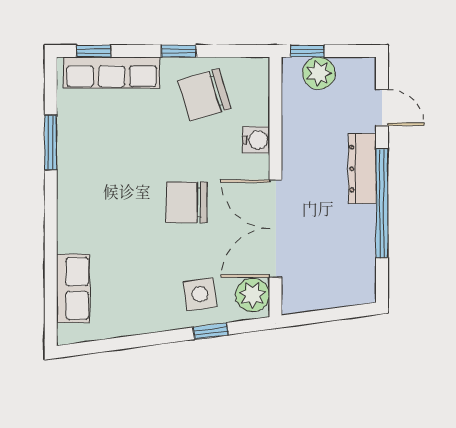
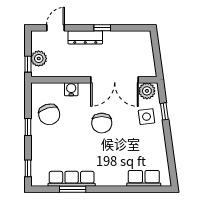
row of seats: (112, 73) -> (72, 179), moved, turned -90
window: (382, 203) -> (102, 28), width x0.32

